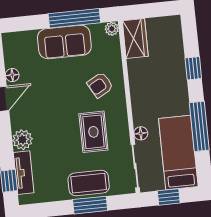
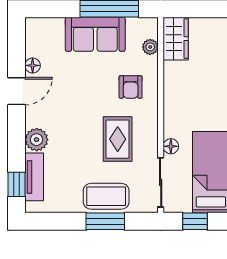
plant: (112, 29) -> (150, 47), moved
armchair: (100, 85) -> (131, 87), turned -61

